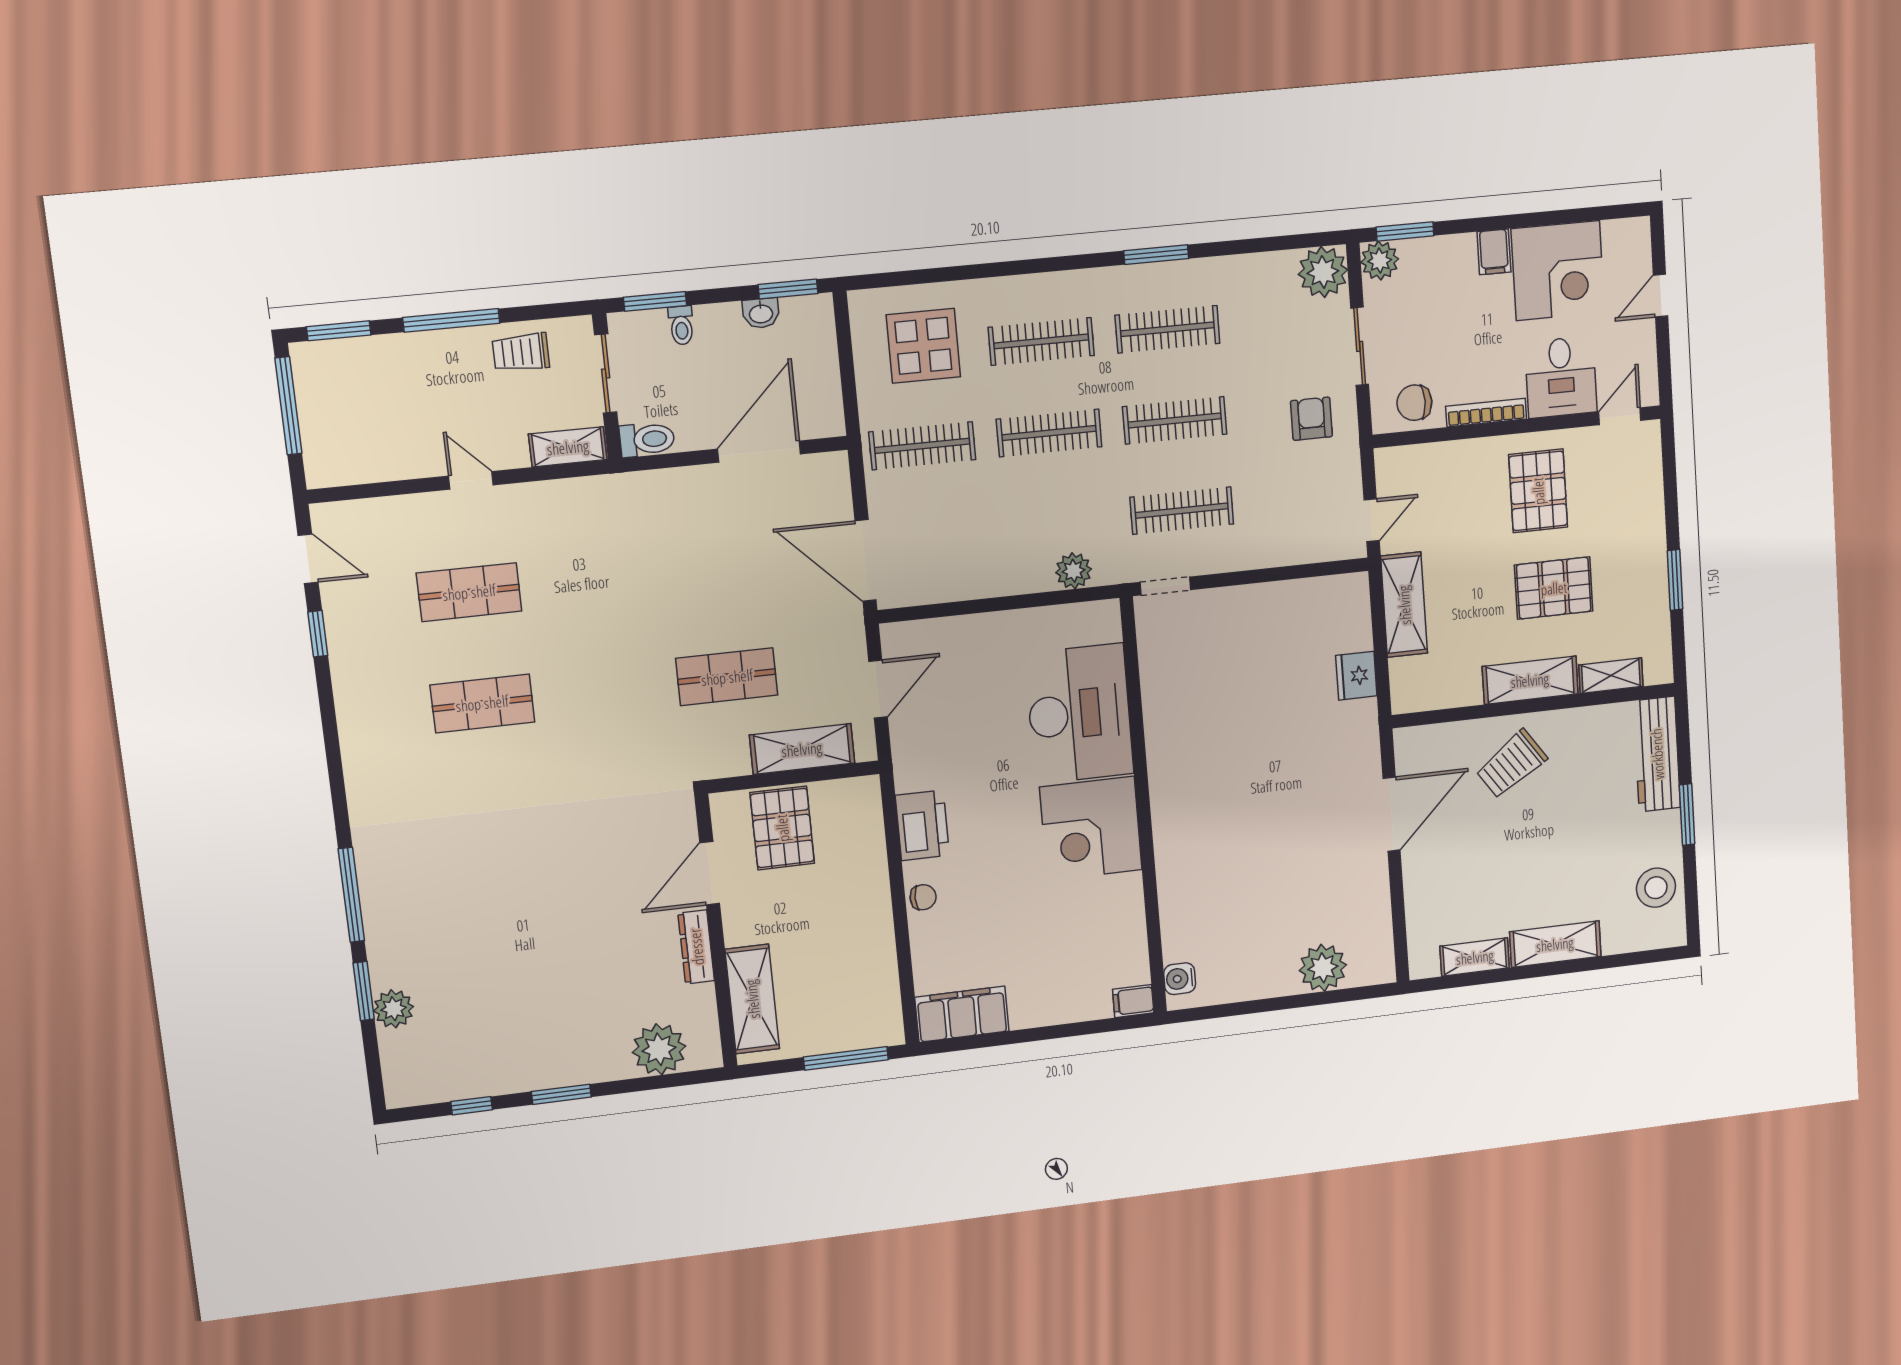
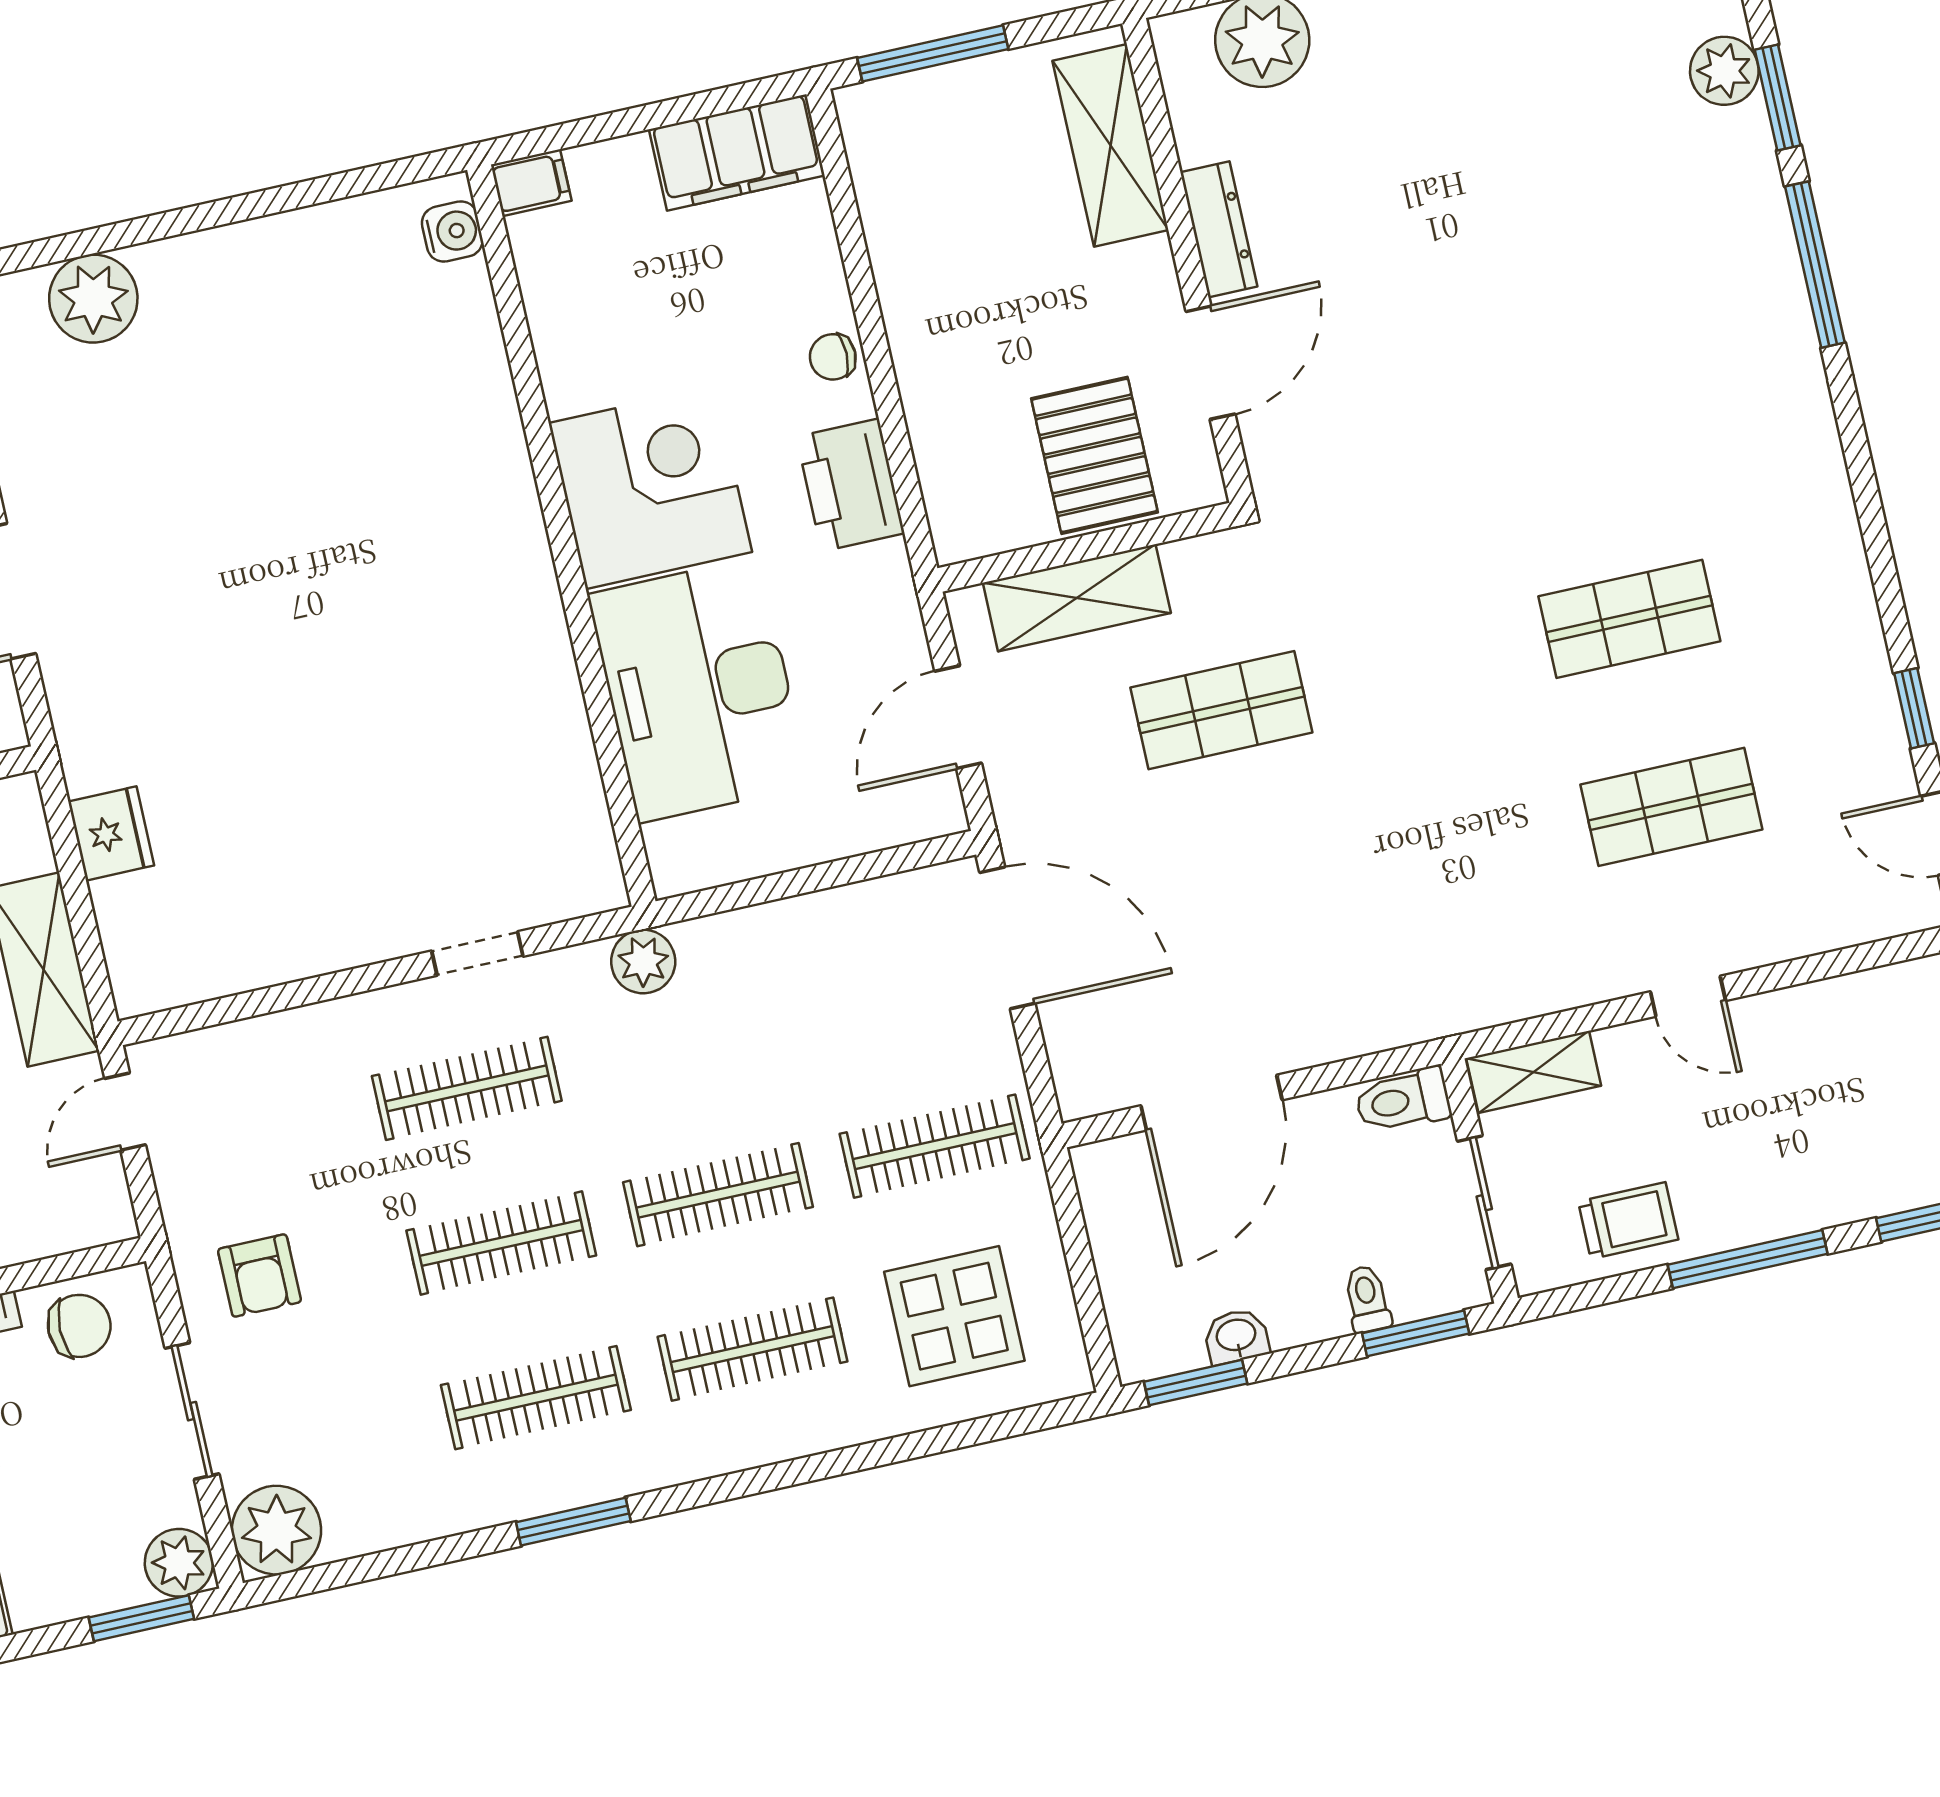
desk: (1079, 714) -> (699, 690), moved
wall: (1143, 807) -> (561, 536), moved
corner desk: (1091, 828) -> (650, 488), moved
water cooler: (1180, 979) -> (452, 232), moved
filing cabinet: (1133, 1001) -> (531, 183), moved

